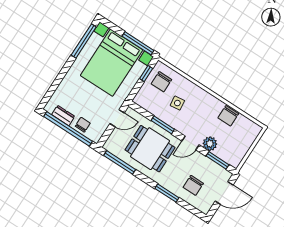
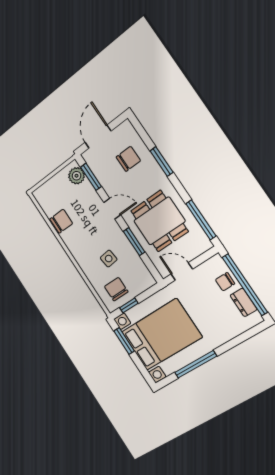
window: (84, 41) -> (196, 364), moved
window: (138, 43) -> (124, 341), width x0.69
chair: (161, 82) -> (116, 289), turned -90
plant: (210, 144) -> (77, 176), moved
door: (224, 193) -> (98, 137), hinge flipped

